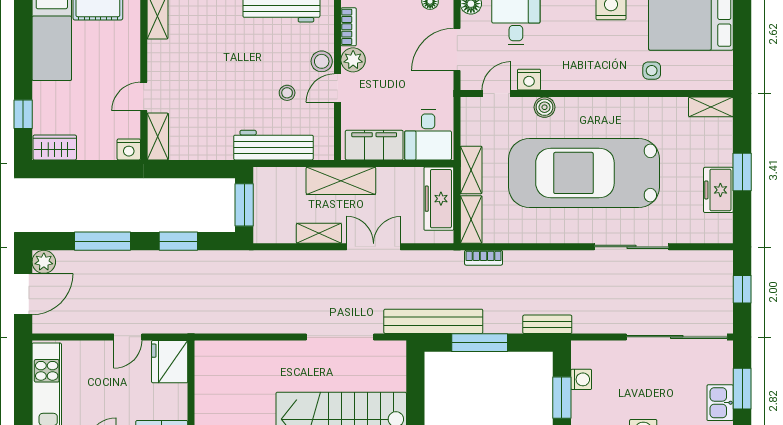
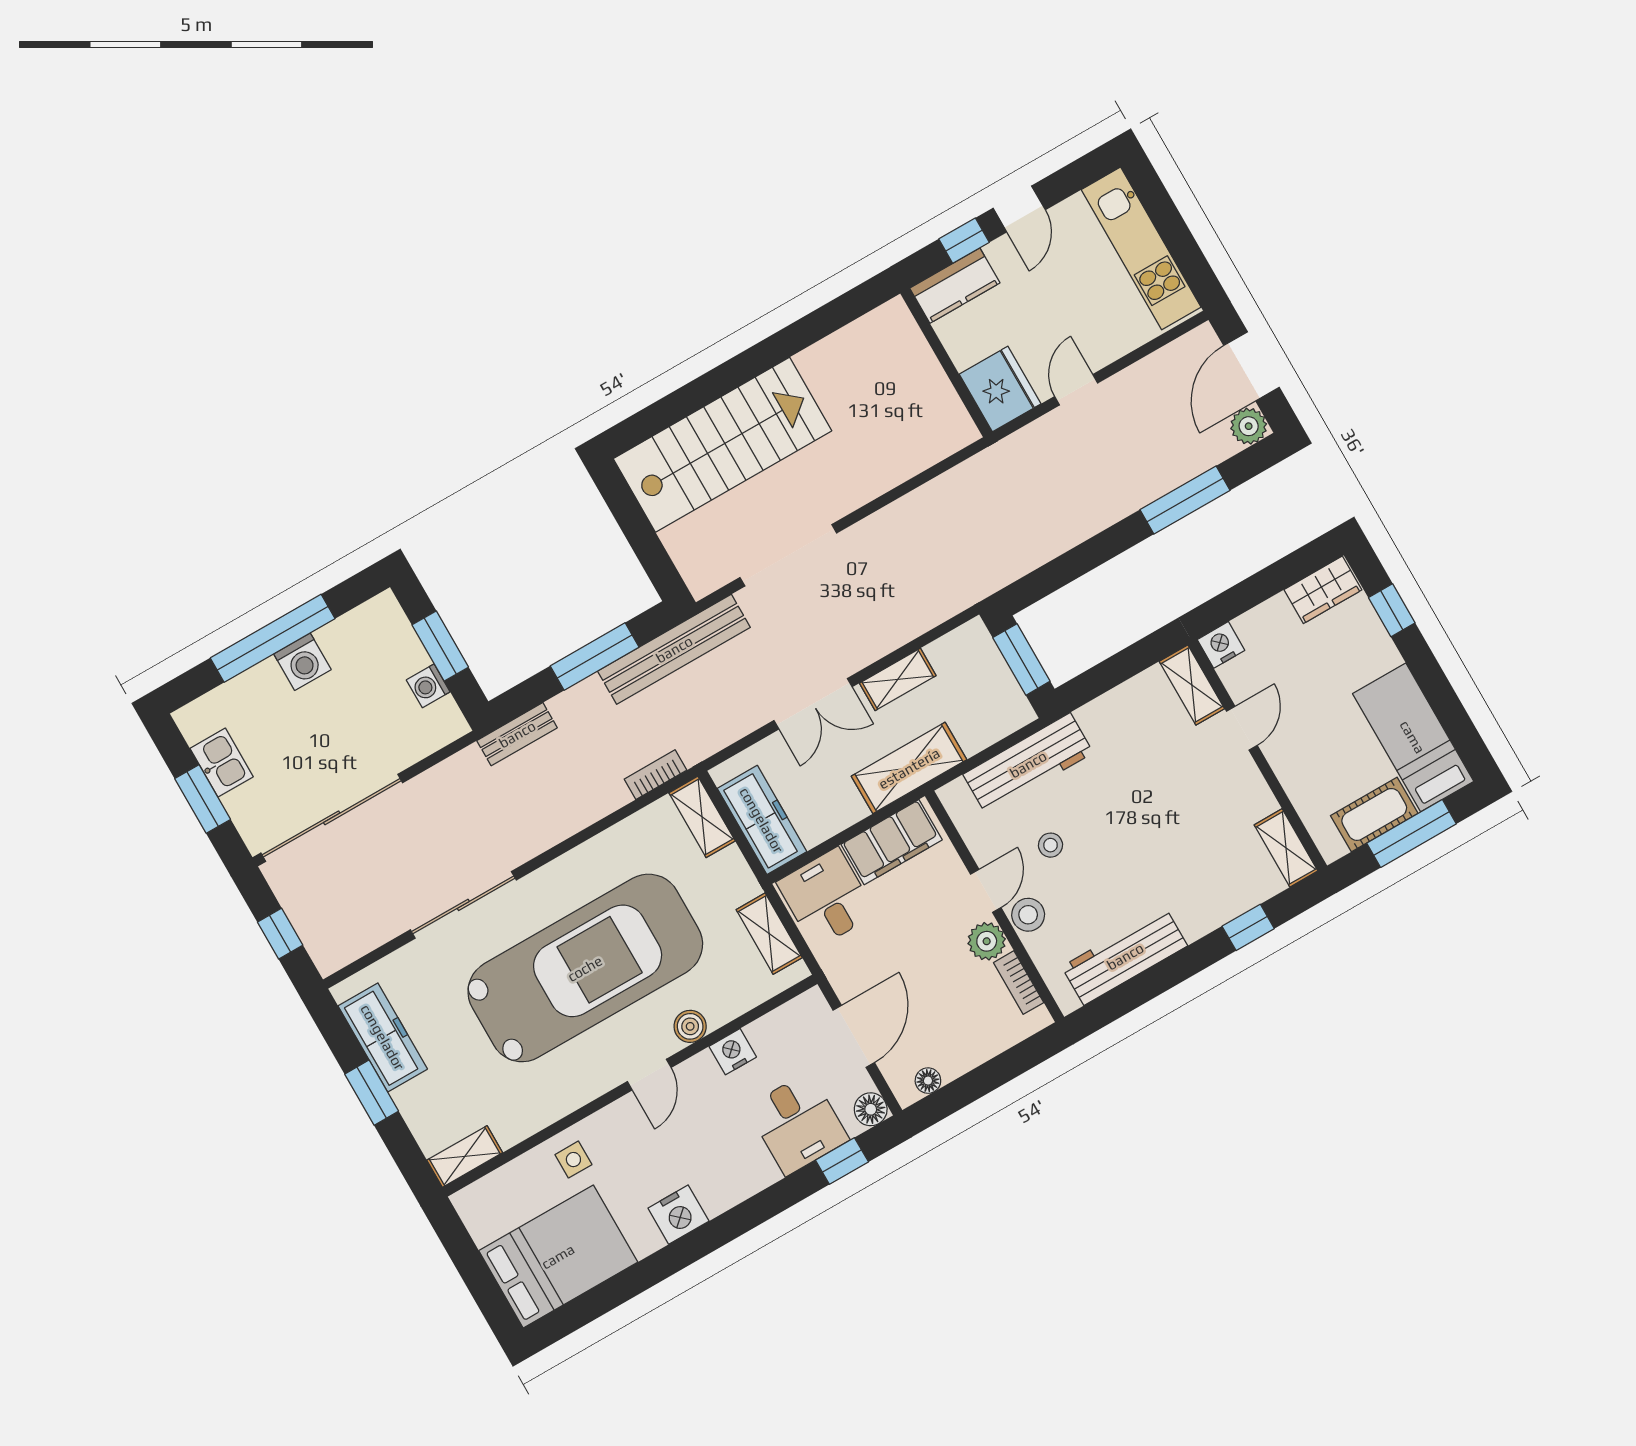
door: (496, 94) -> (649, 1075), moved
shelving: (471, 170) -> (769, 934), moved
freezer: (718, 190) -> (383, 1037), width x1.40
window: (178, 241) -> (1082, 559), removed

